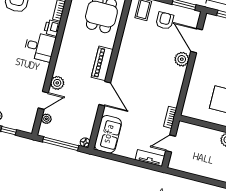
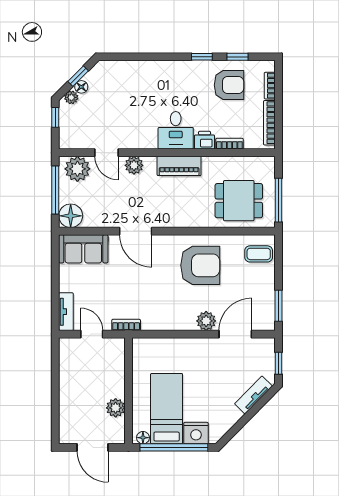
armchair: (165, 21) -> (200, 265), moved, width x1.88, depth x1.88
piano: (102, 63) -> (179, 166), moved, turned 180
door: (105, 94) -> (136, 231), hinge flipped
plant: (46, 119) -> (77, 169), width x1.88, depth x1.88
floor lamp: (85, 142) -> (71, 216), width x1.89, depth x1.89

